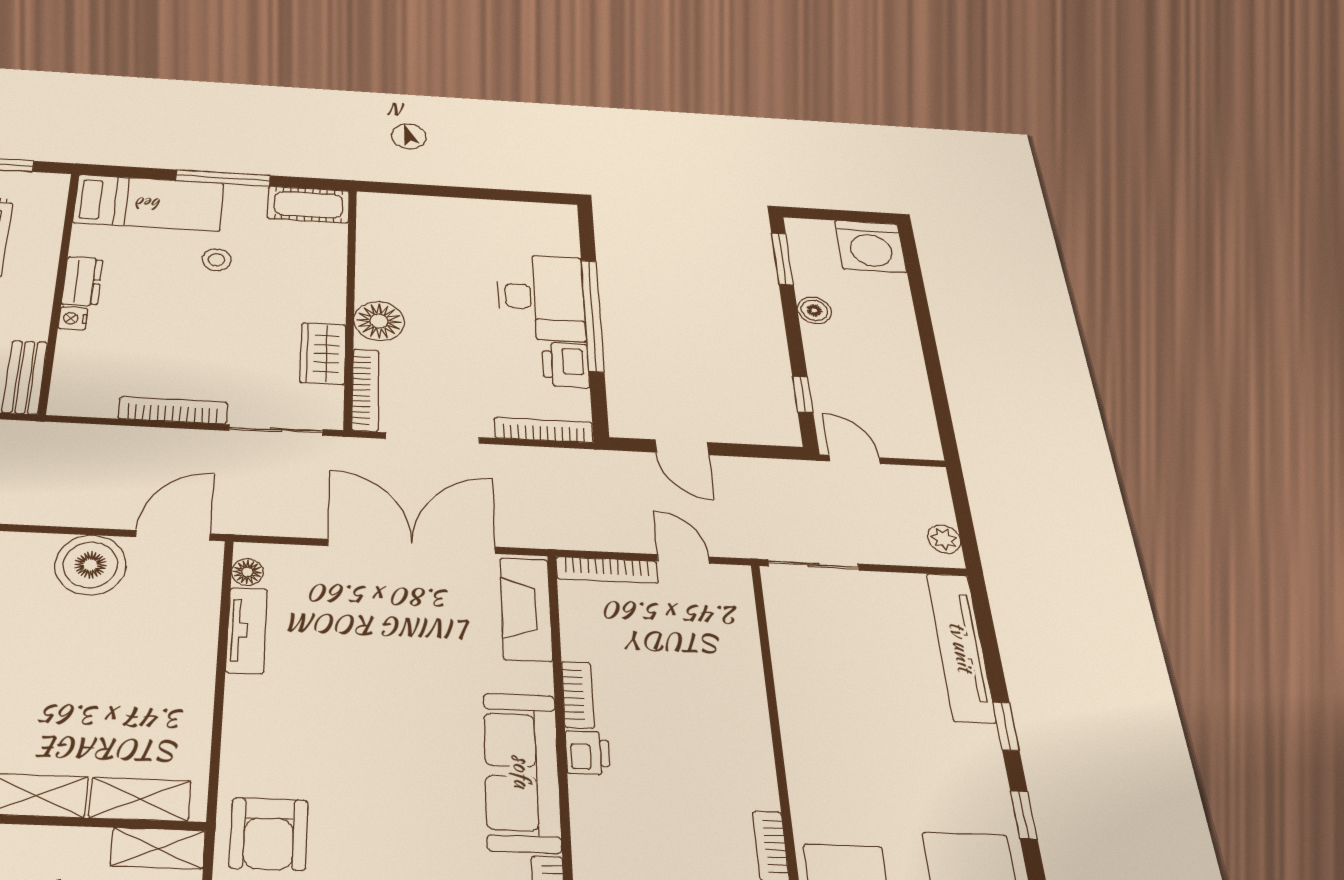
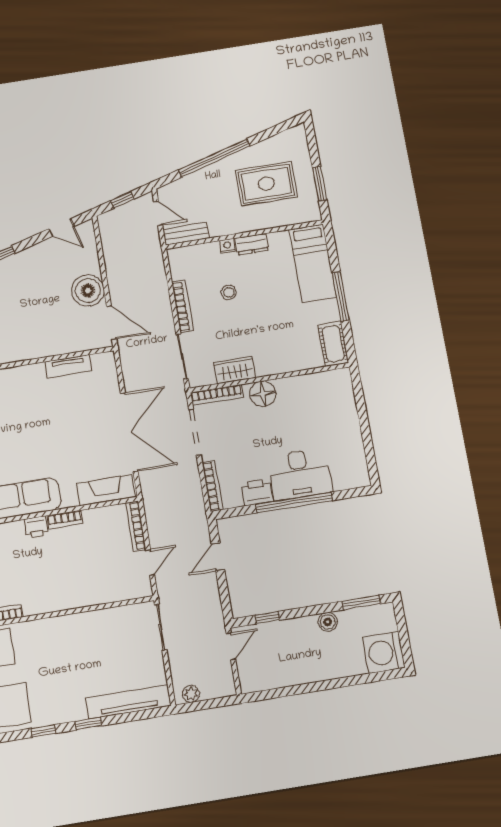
stool: (217, 260) -> (229, 292), moved
floor lamp: (247, 572) -> (99, 360), removed

